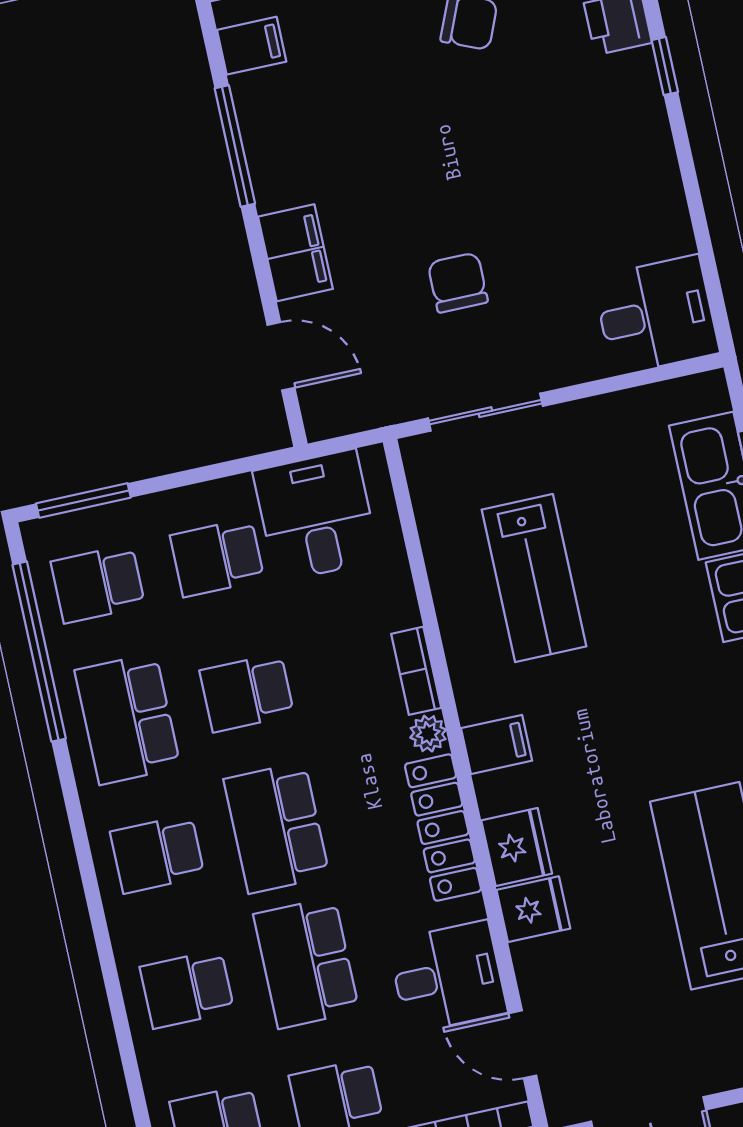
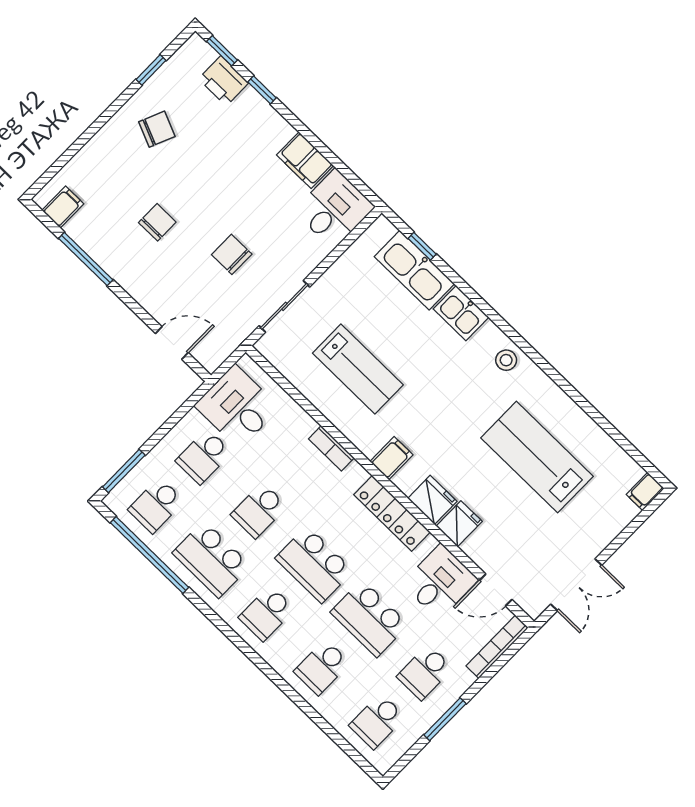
chair: (378, 161) -> (157, 222), added
filing cabinet: (295, 253) -> (305, 160), moved, turned 180
plant: (428, 734) -> (356, 474), removed

